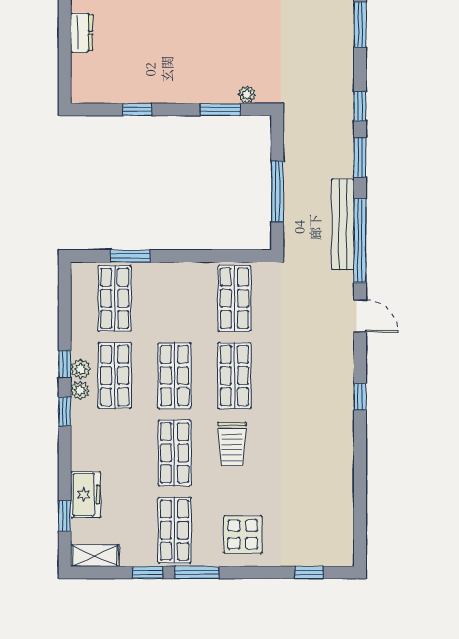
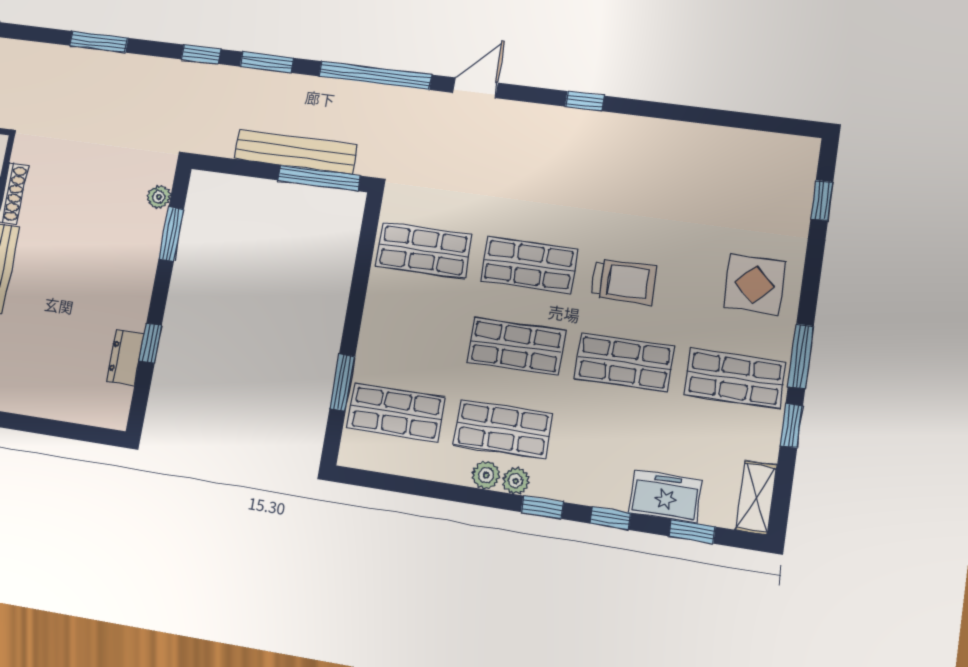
dresser: (82, 33) -> (125, 357), moved, turned -90
window: (277, 192) -> (319, 178), moved
bench: (343, 224) -> (296, 152), moved
window: (65, 364) -> (610, 518), moved

